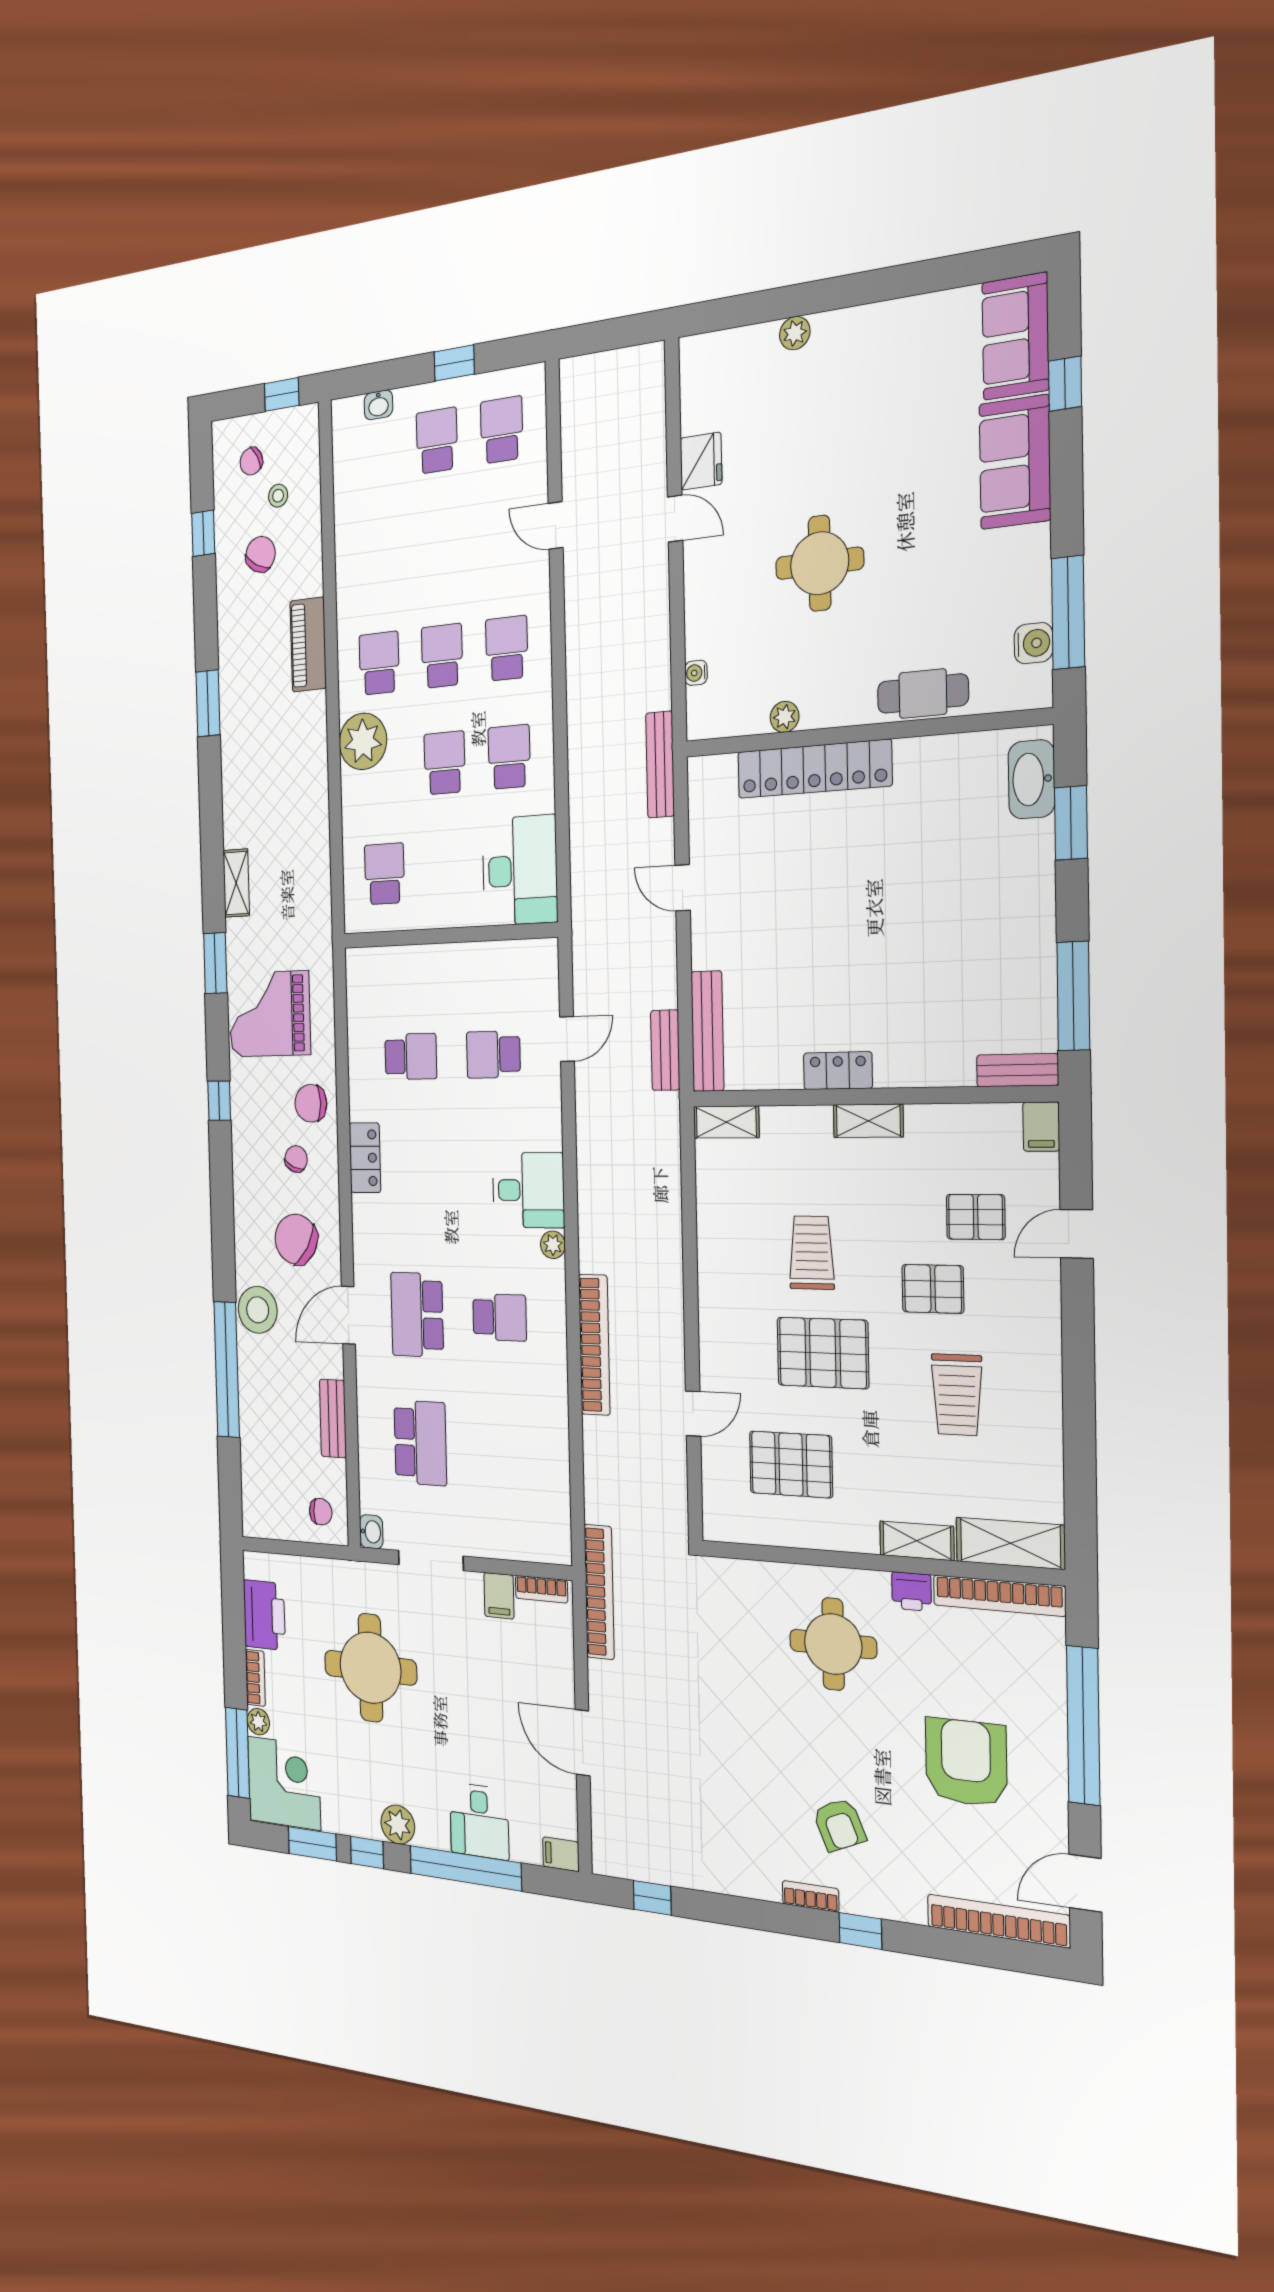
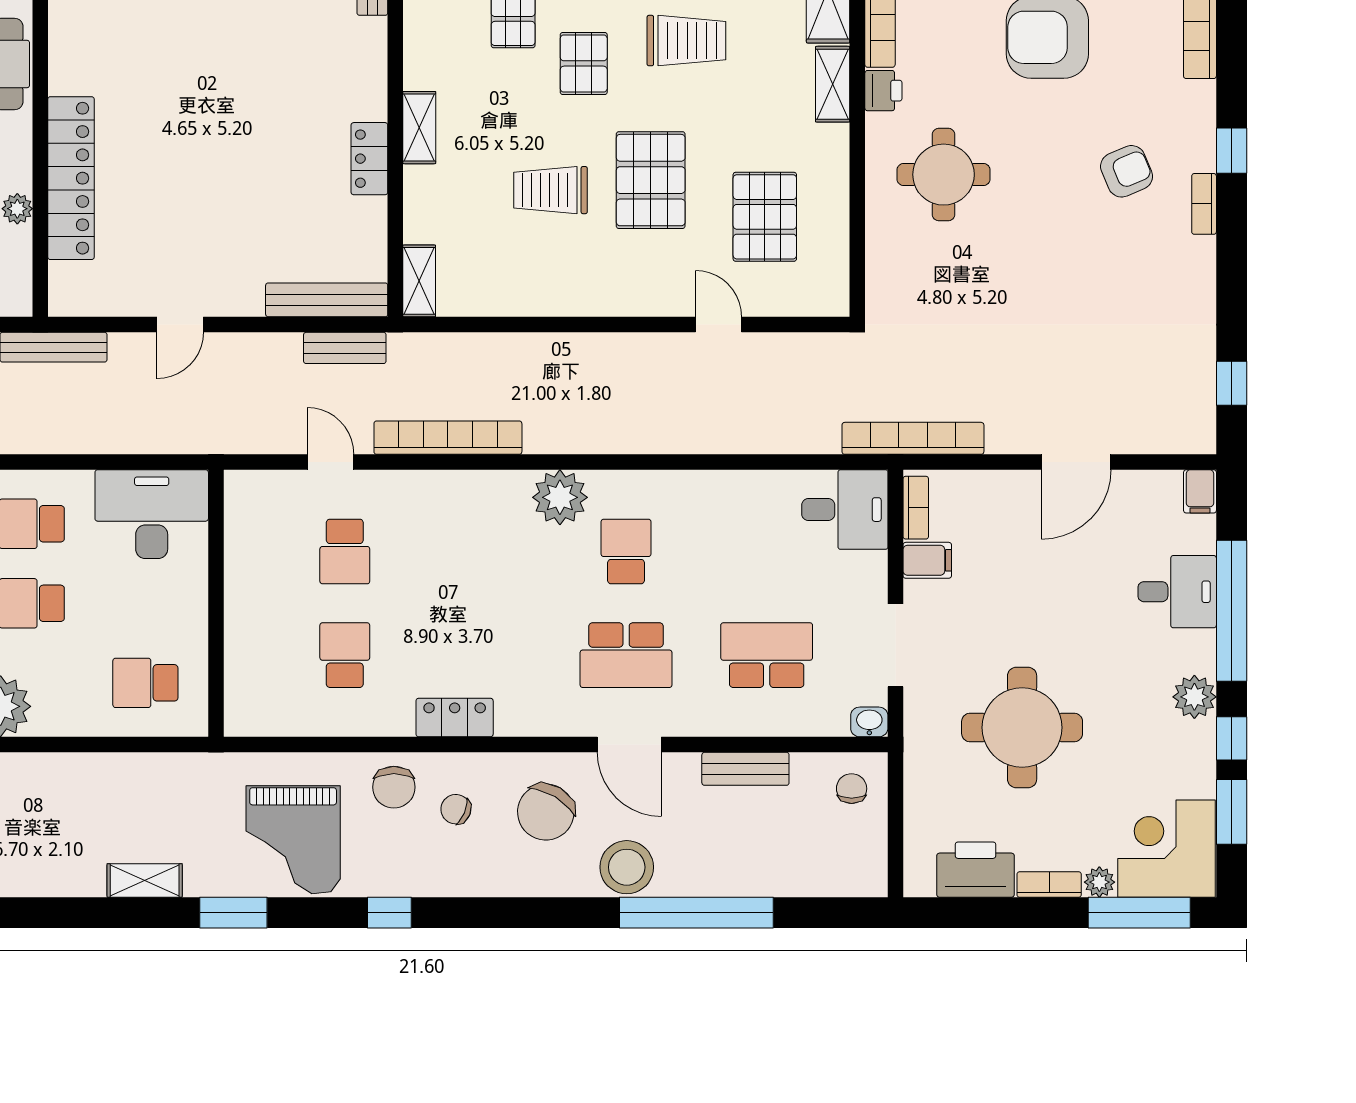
desk: (528, 1190) -> (845, 510), moved, turned 90
plant: (553, 1245) -> (560, 497), width x1.87, depth x1.87
bookcase: (594, 1345) -> (448, 438), moved

